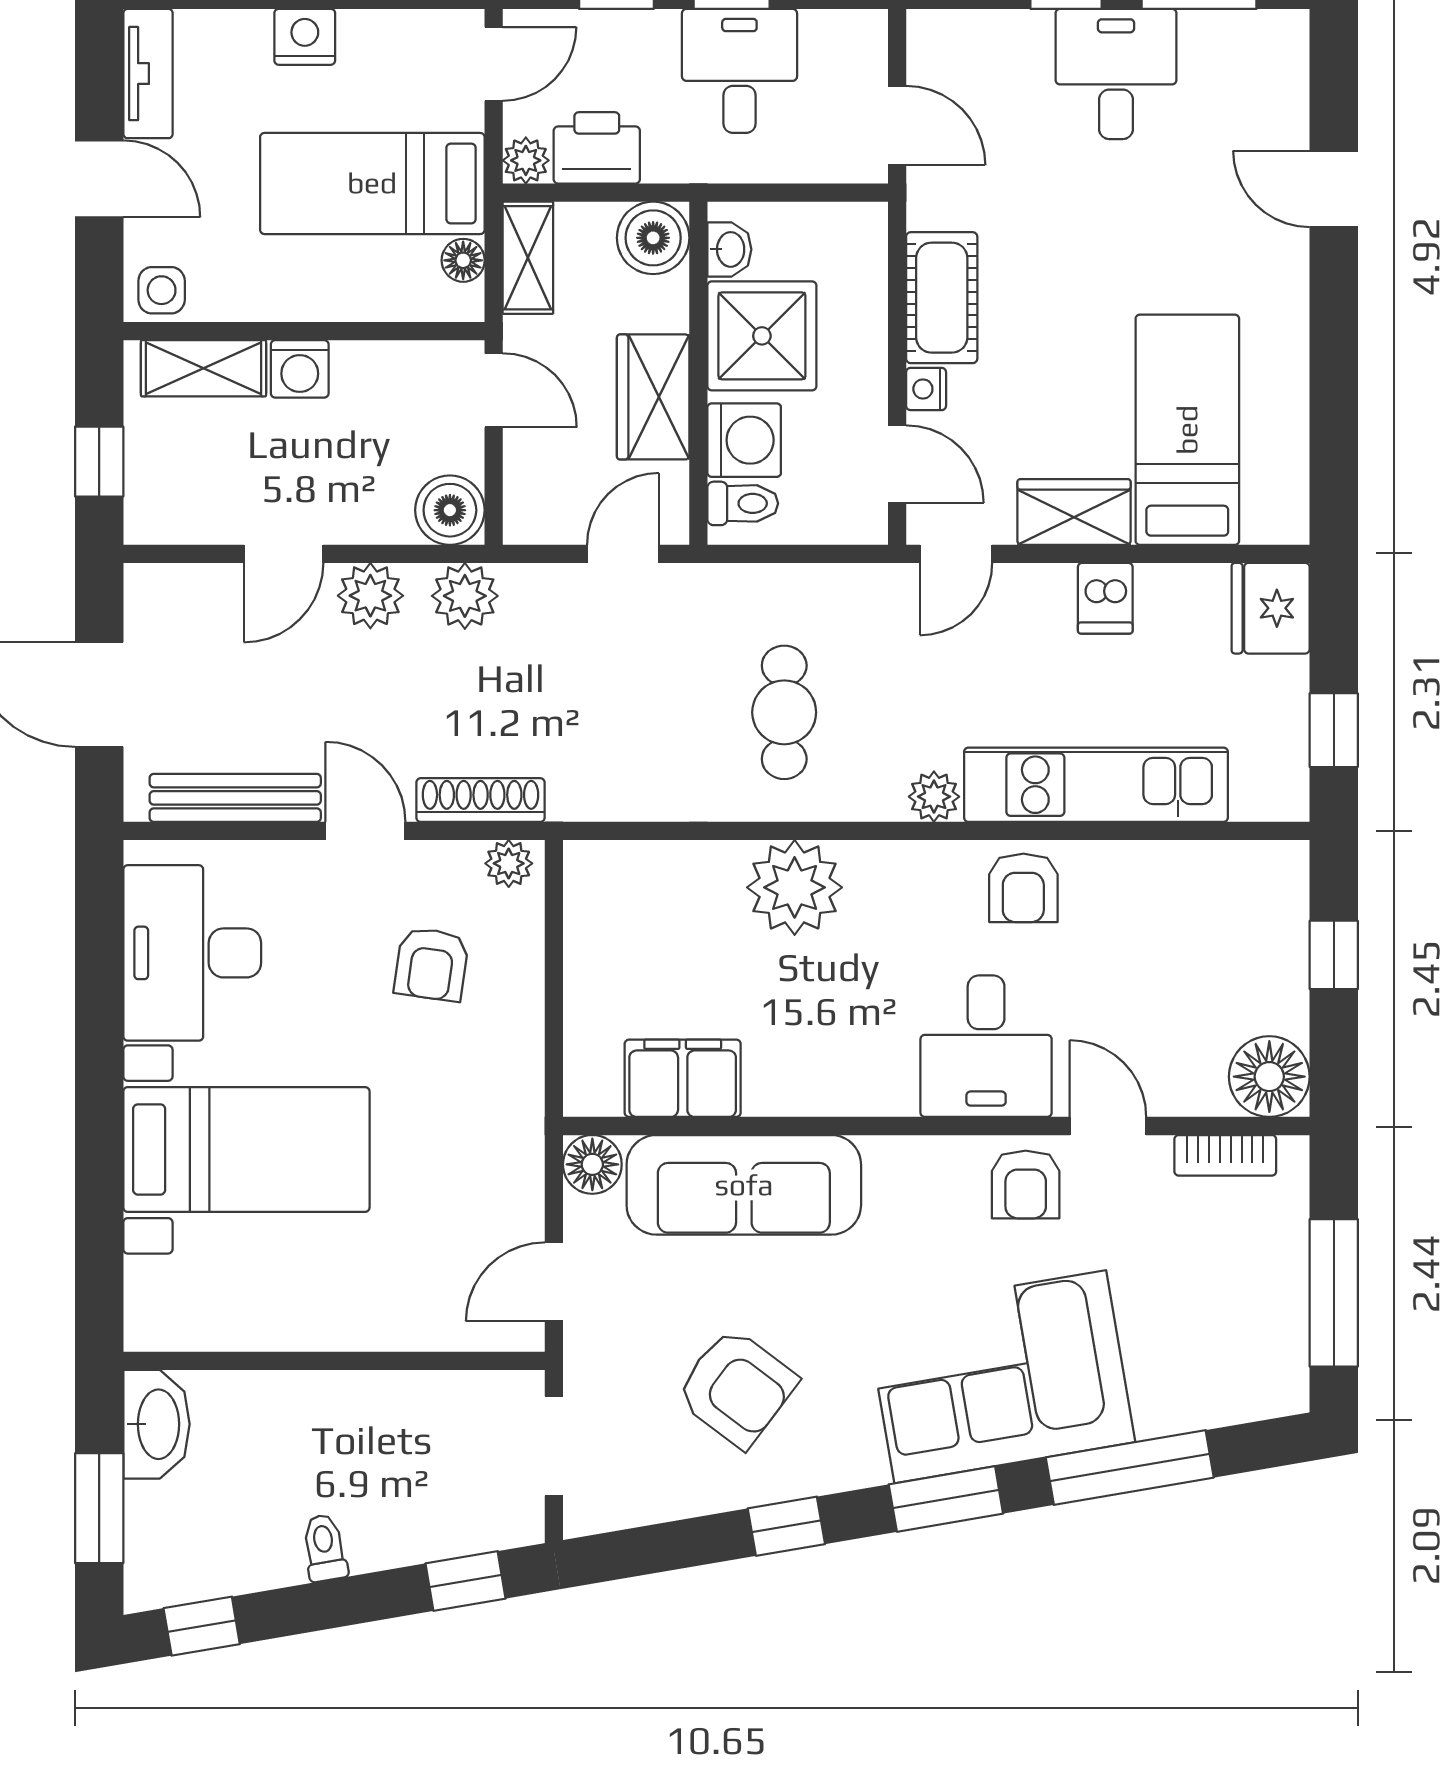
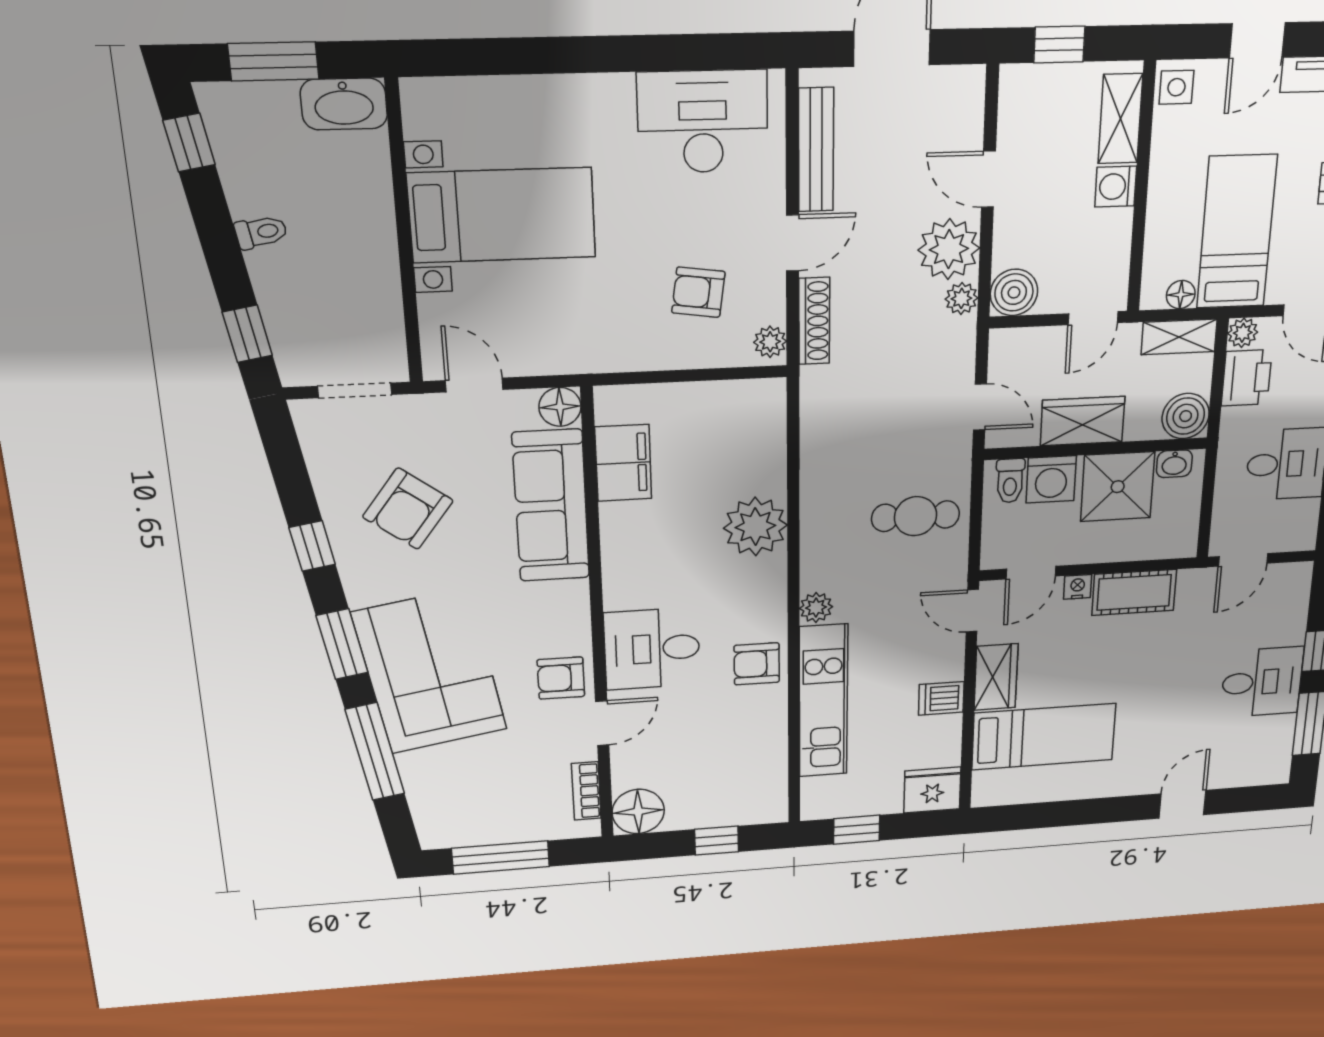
plant: (370, 596) -> (949, 249), width x1.36, depth x1.36
plant: (465, 596) -> (962, 298), width x0.73, depth x0.73
cafe table: (784, 712) -> (916, 516), moved
bed with nightstands: (246, 1149) -> (502, 215), moved, turned -90

